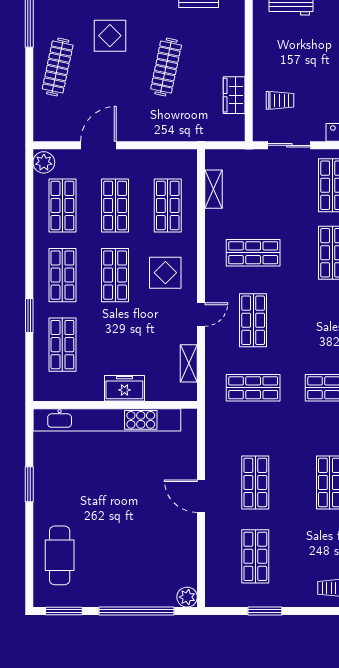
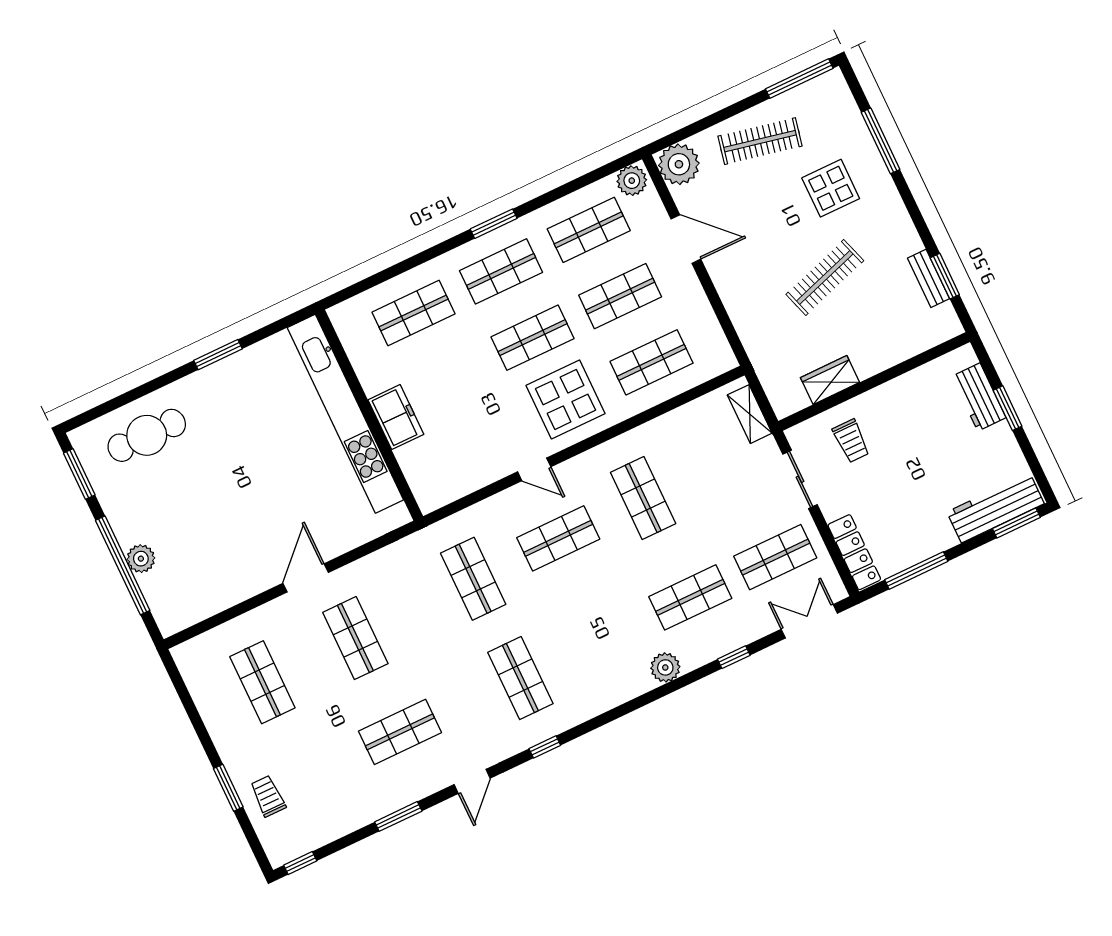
clothes rail: (166, 67) -> (825, 277), turned -30
plant: (48, 127) -> (679, 164), added
shelving: (213, 189) -> (750, 414), moved, turned 90
display table: (165, 273) -> (566, 399), width x1.36, depth x1.36
window: (29, 316) -> (494, 224), moved
shelving: (189, 363) -> (466, 483), removed
shop shelf: (255, 482) -> (355, 638), turned 90
shop shelf: (255, 556) -> (262, 682), turned 90
plant: (187, 597) -> (141, 559), moved
window: (265, 611) -> (228, 788), moved

